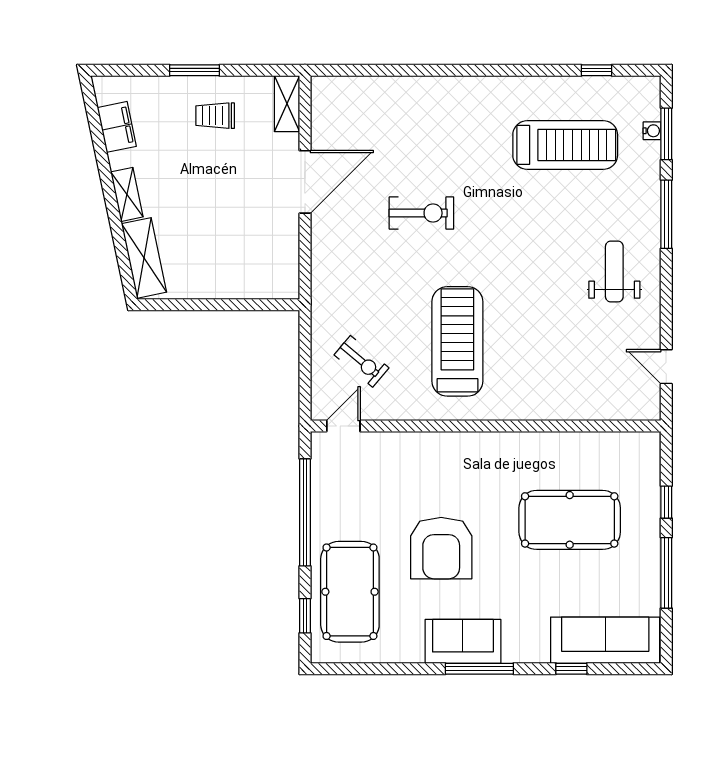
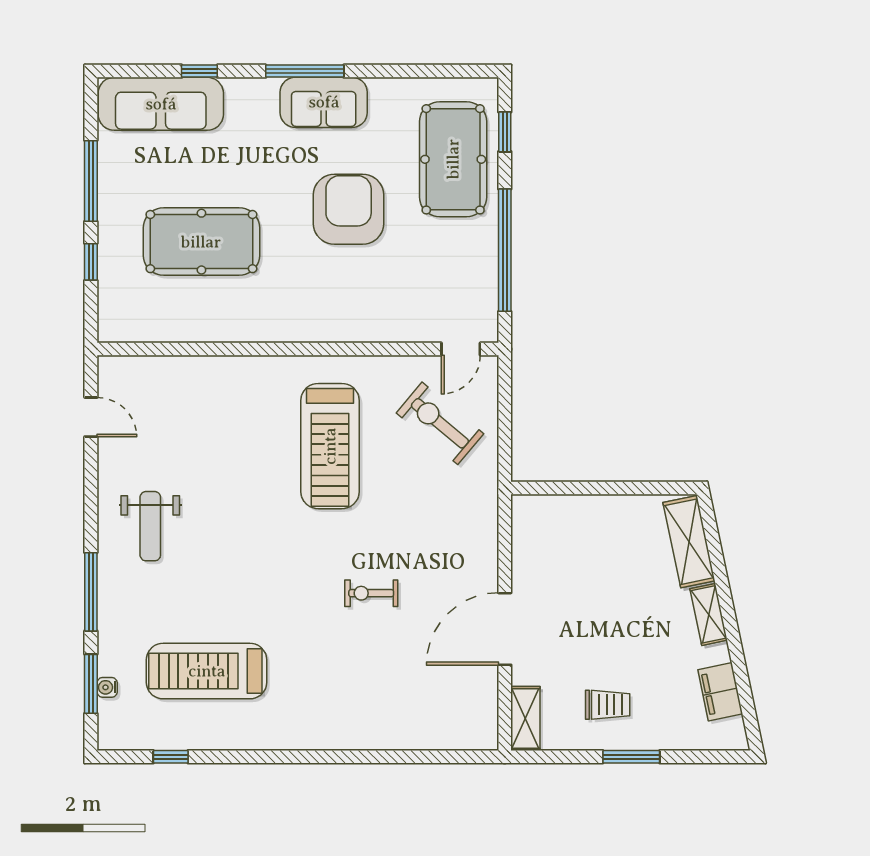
exercise bike: (421, 213) -> (371, 593), width x0.73, depth x0.72
exercise bike: (361, 361) -> (440, 423), width x1.38, depth x1.39

